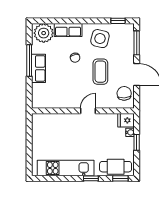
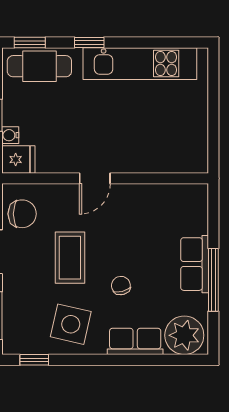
chair: (124, 93) -> (22, 214), turned -87

